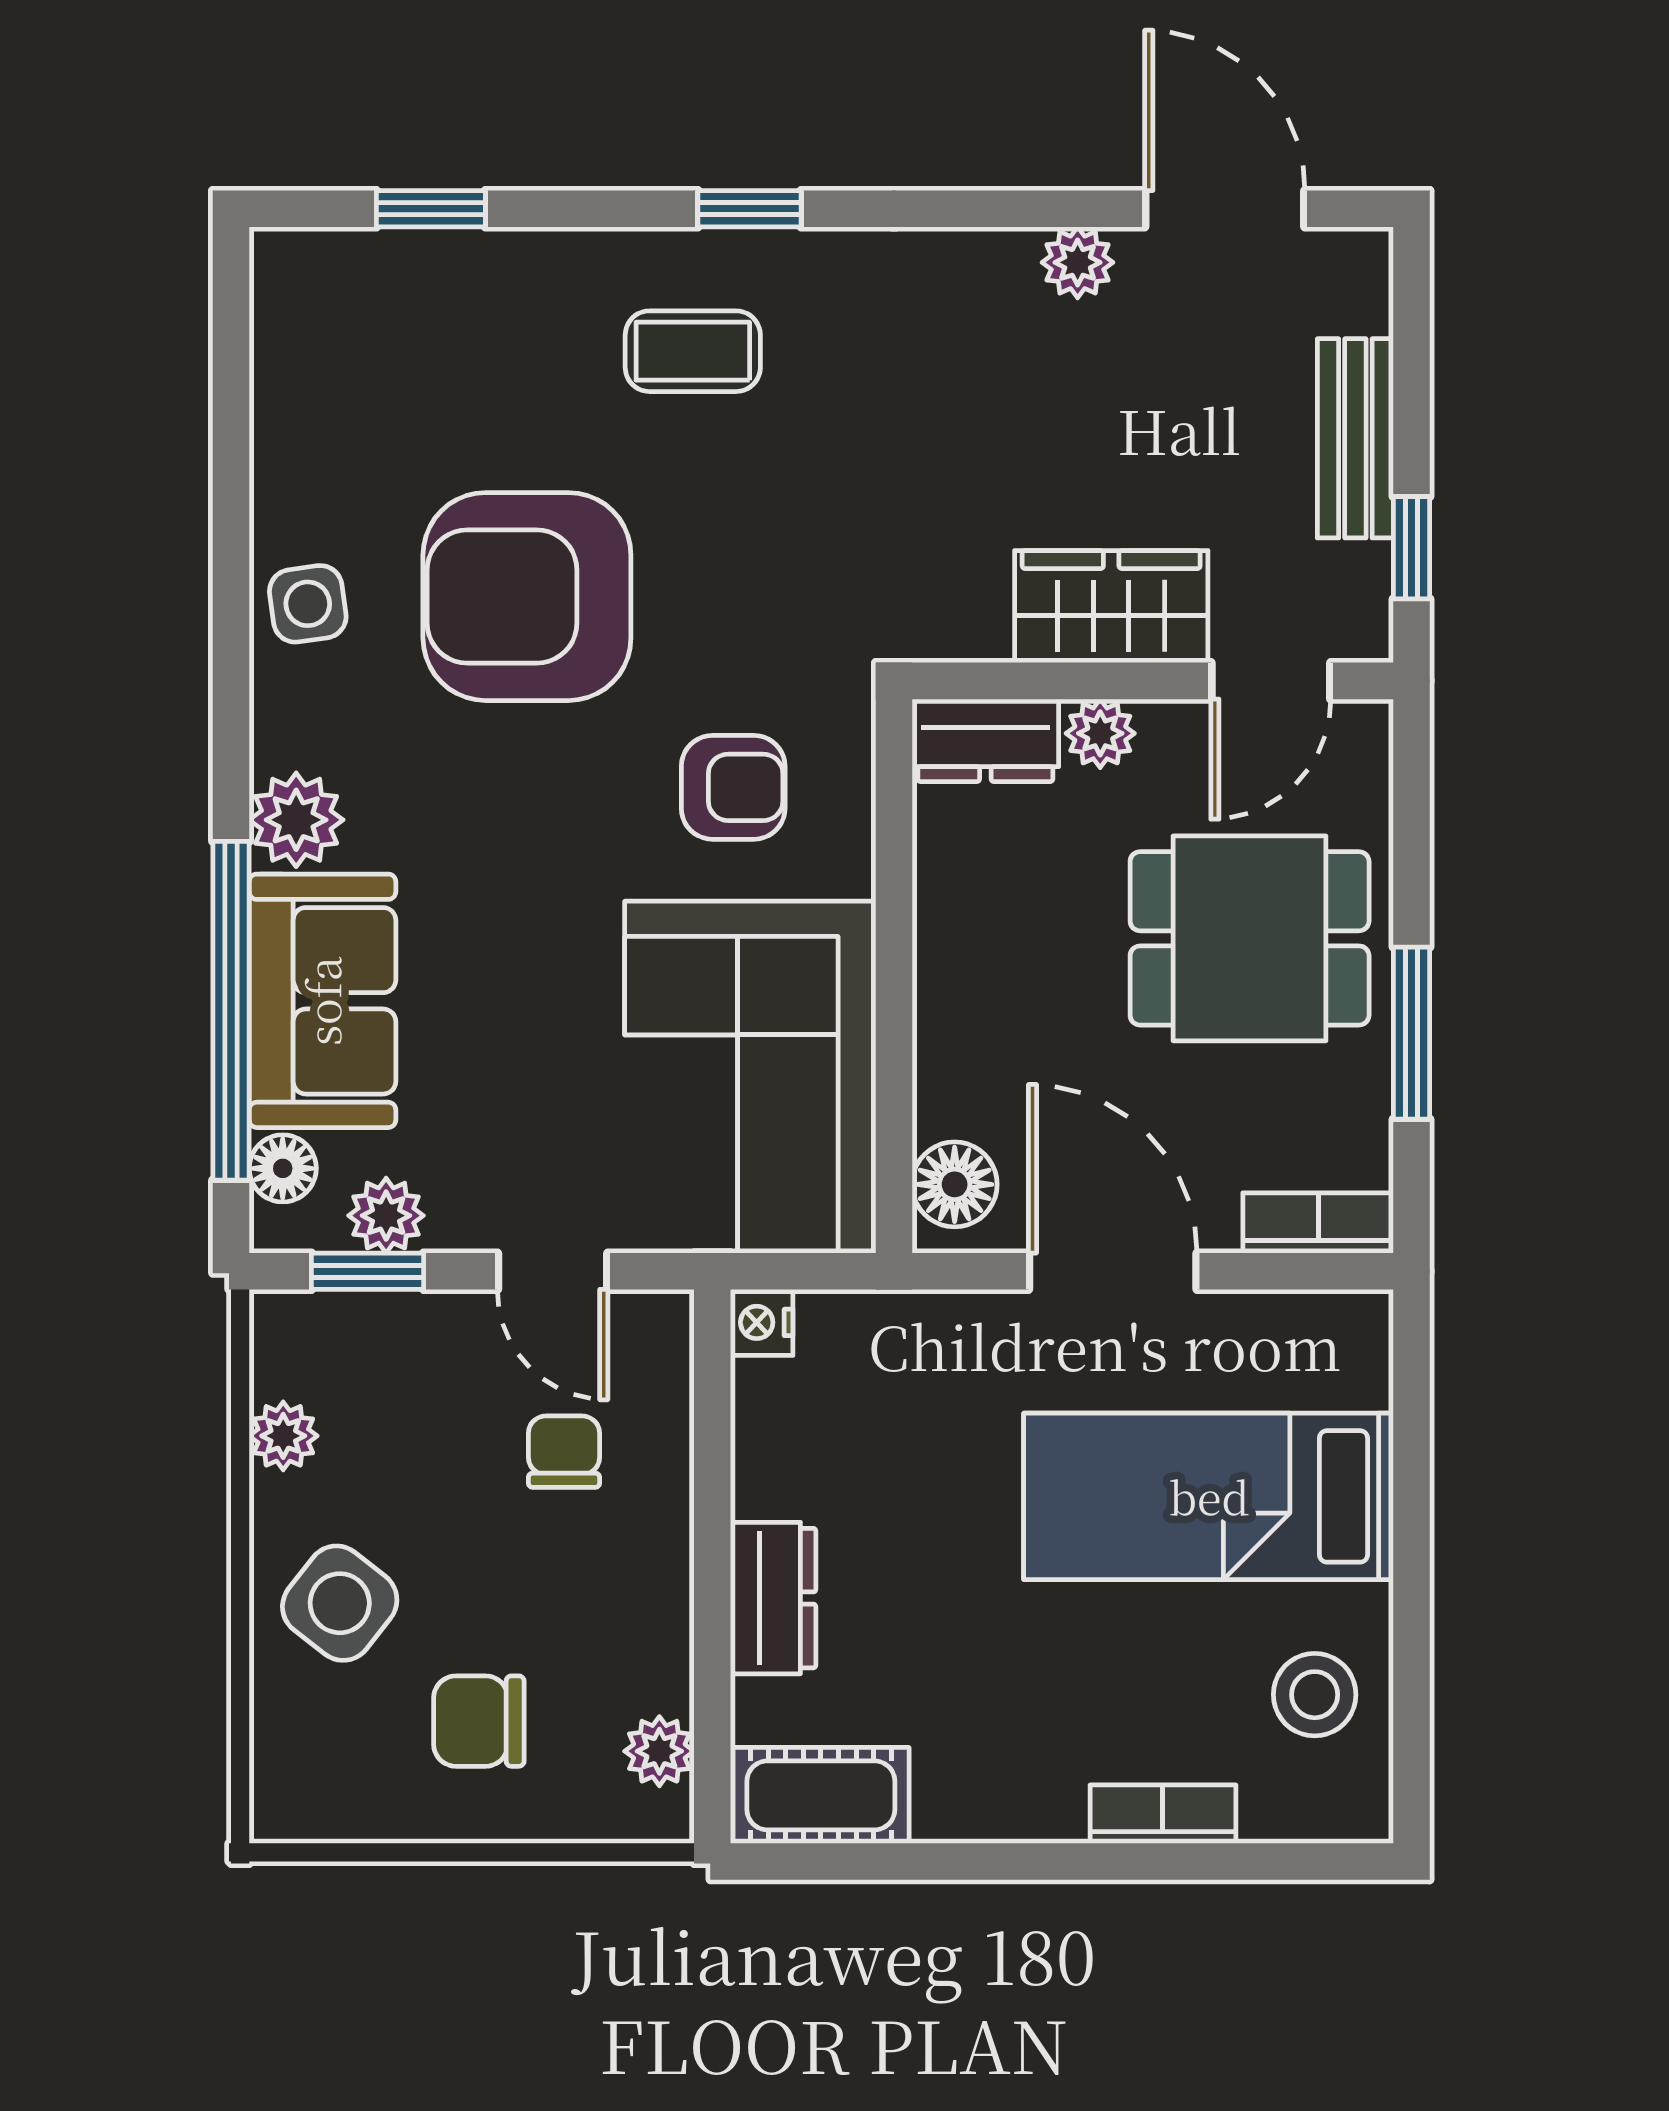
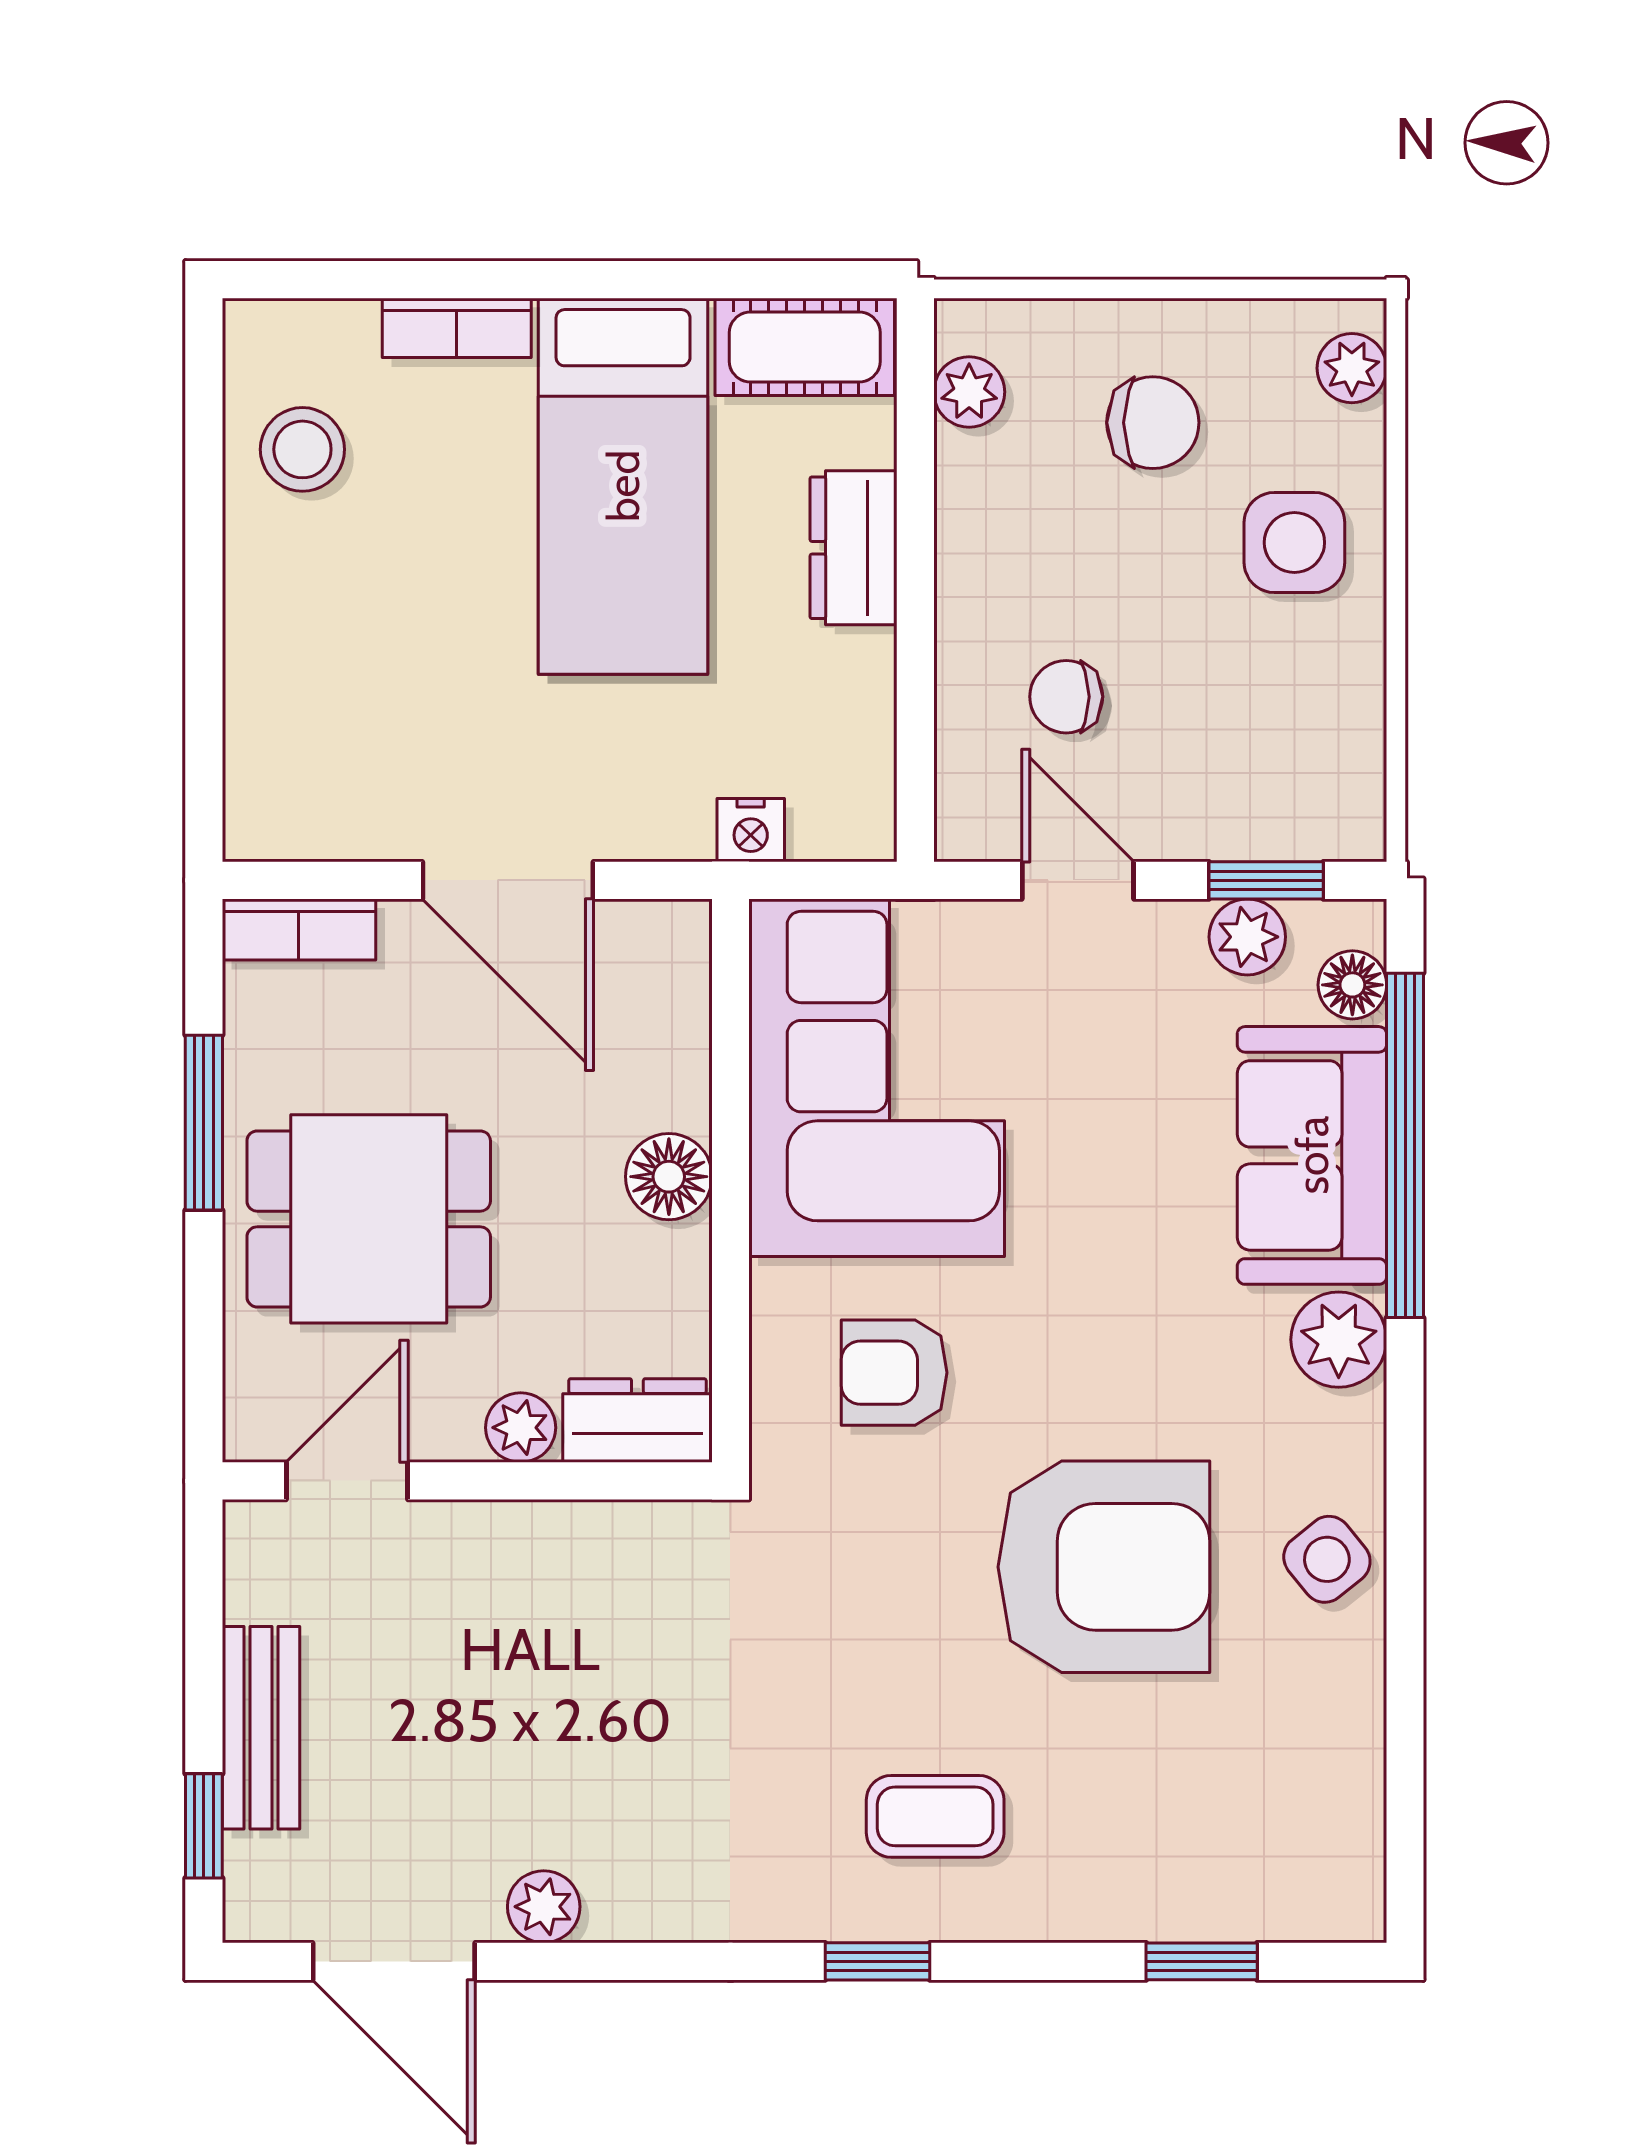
window: (1412, 548) -> (204, 1826), moved
side table: (308, 604) -> (1327, 1559), turned -31
wardrobe: (1111, 607) -> (509, 1556), removed
floor lamp: (955, 1184) -> (669, 1177), moved
nightstand: (762, 1322) -> (751, 830), moved, turned 90
plant: (283, 1436) -> (1352, 368), moved
chair: (564, 1452) -> (1066, 697), turned 90
bed: (1209, 1496) -> (623, 486), moved, turned 90
side table: (340, 1603) -> (1294, 543), turned -38

